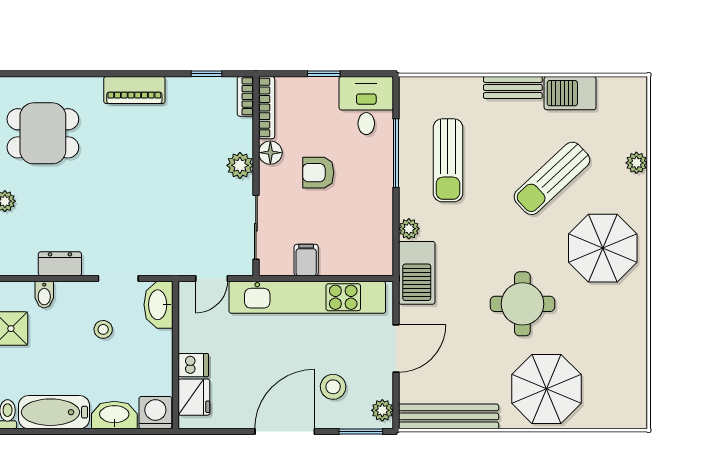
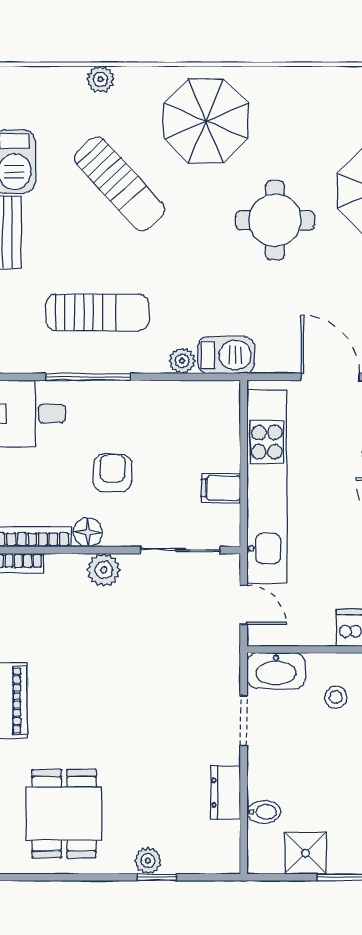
armchair: (318, 173) -> (113, 473), turned 180
barbecue: (417, 273) -> (226, 355), width x0.73, depth x0.83
stool: (103, 329) -> (336, 697), moved

